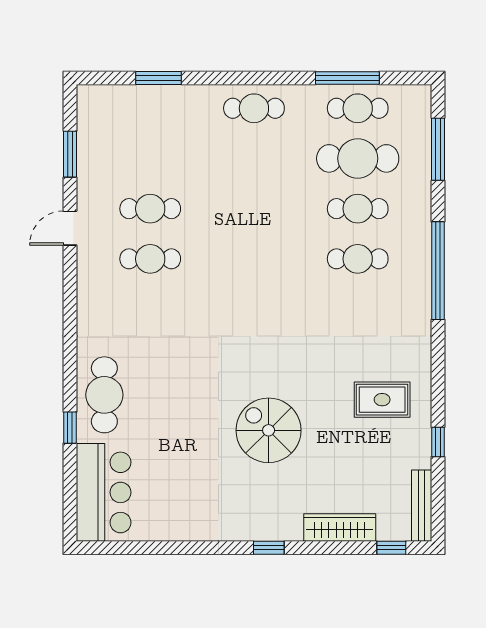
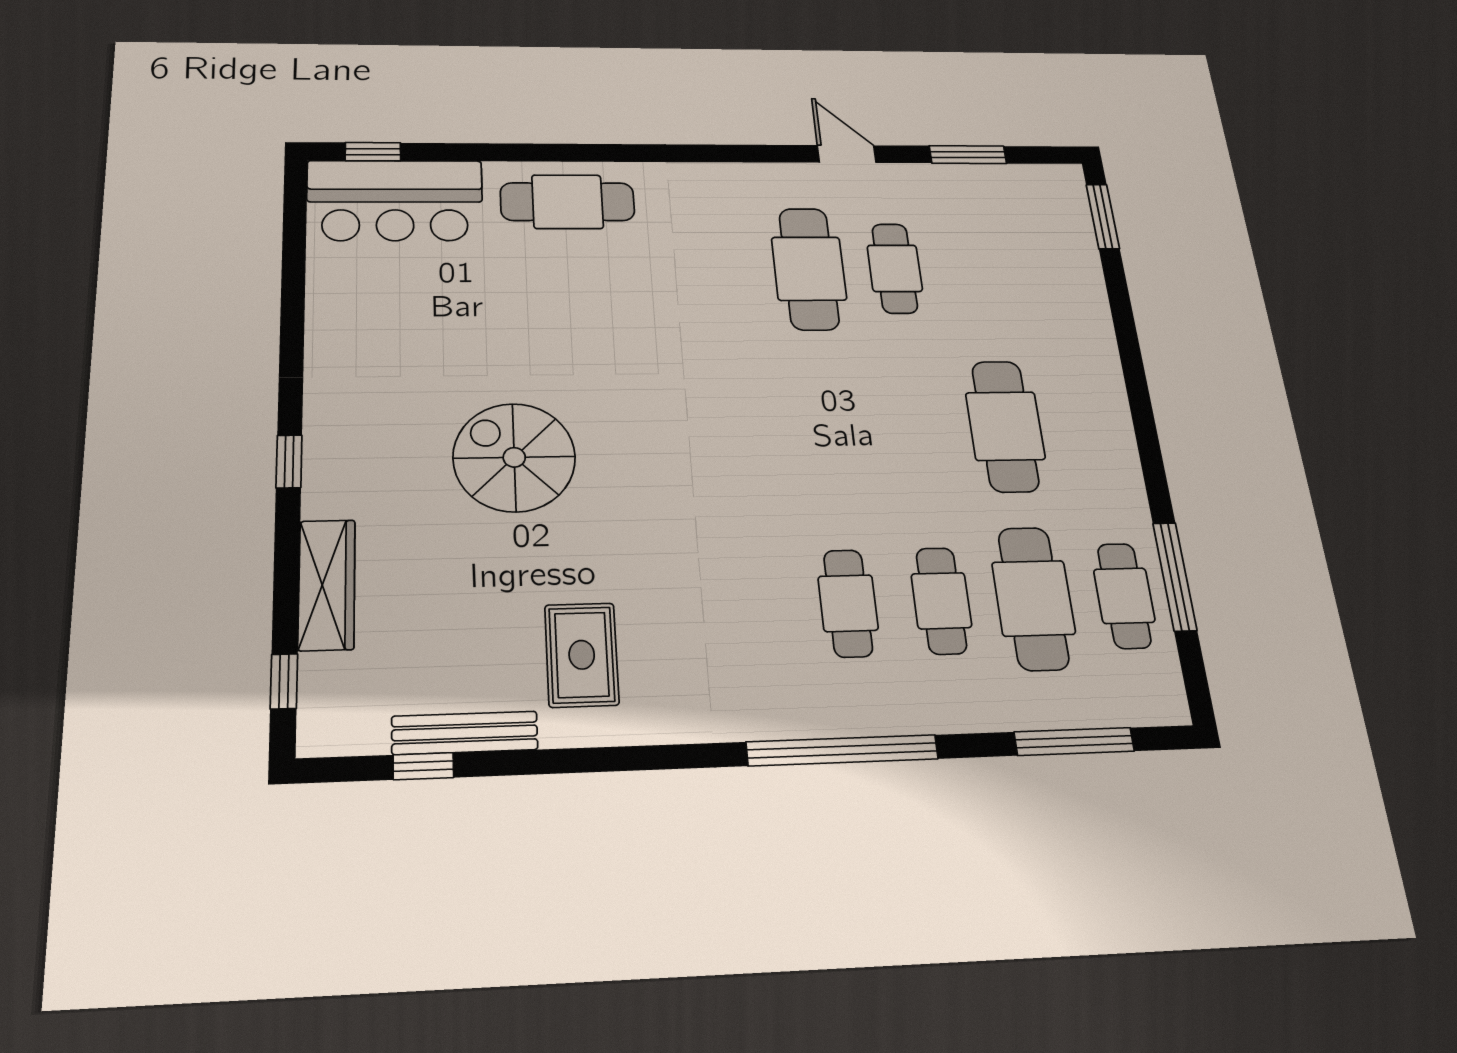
window: (158, 78) -> (1103, 217), moved
cafe table: (254, 108) -> (1005, 426), moved, width x1.37, depth x1.35
cafe table: (150, 259) -> (809, 269), width x1.37, depth x1.35
window: (70, 428) -> (373, 152), moved
spiral stairs: (269, 430) -> (514, 457), turned -90
window: (438, 442) -> (423, 766), moved
bench: (422, 506) -> (465, 733), moved

